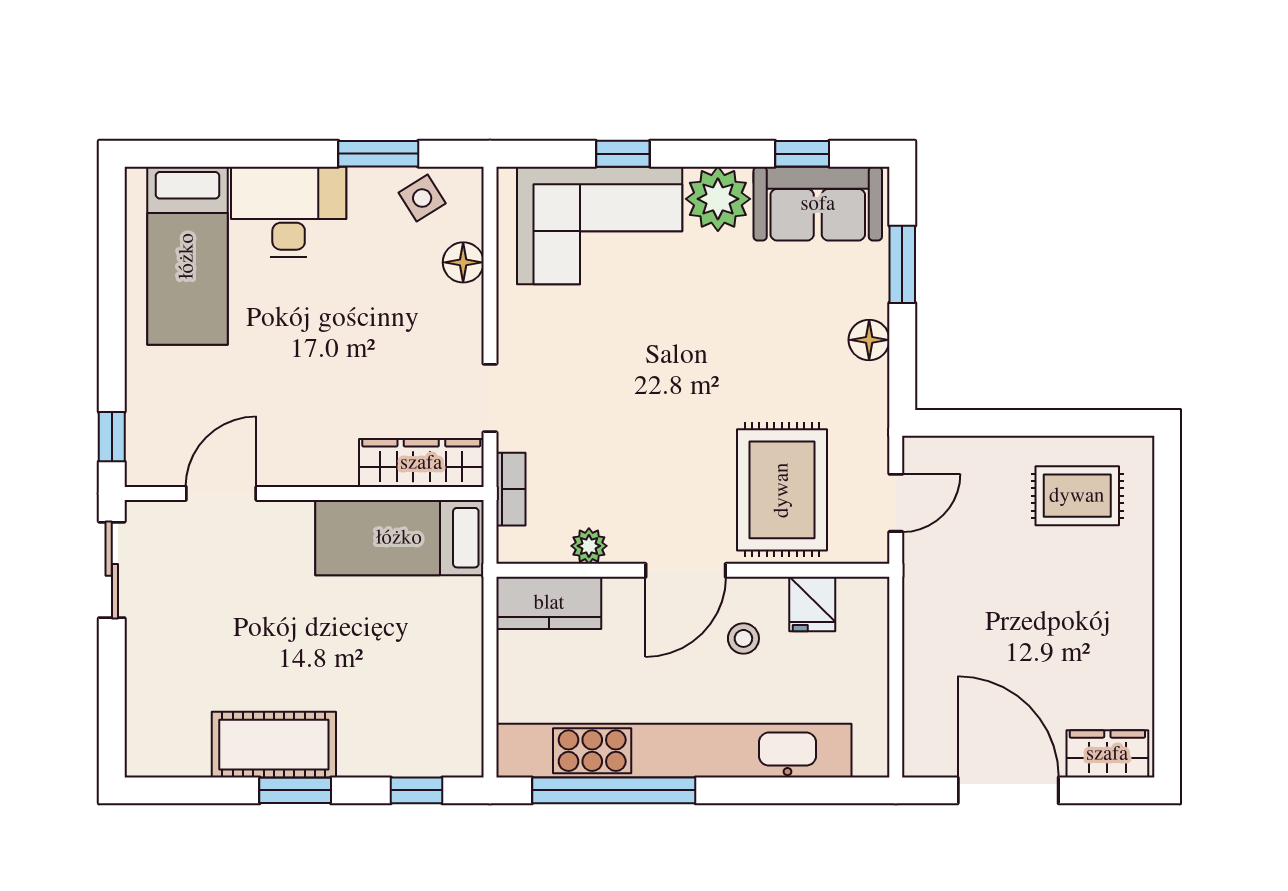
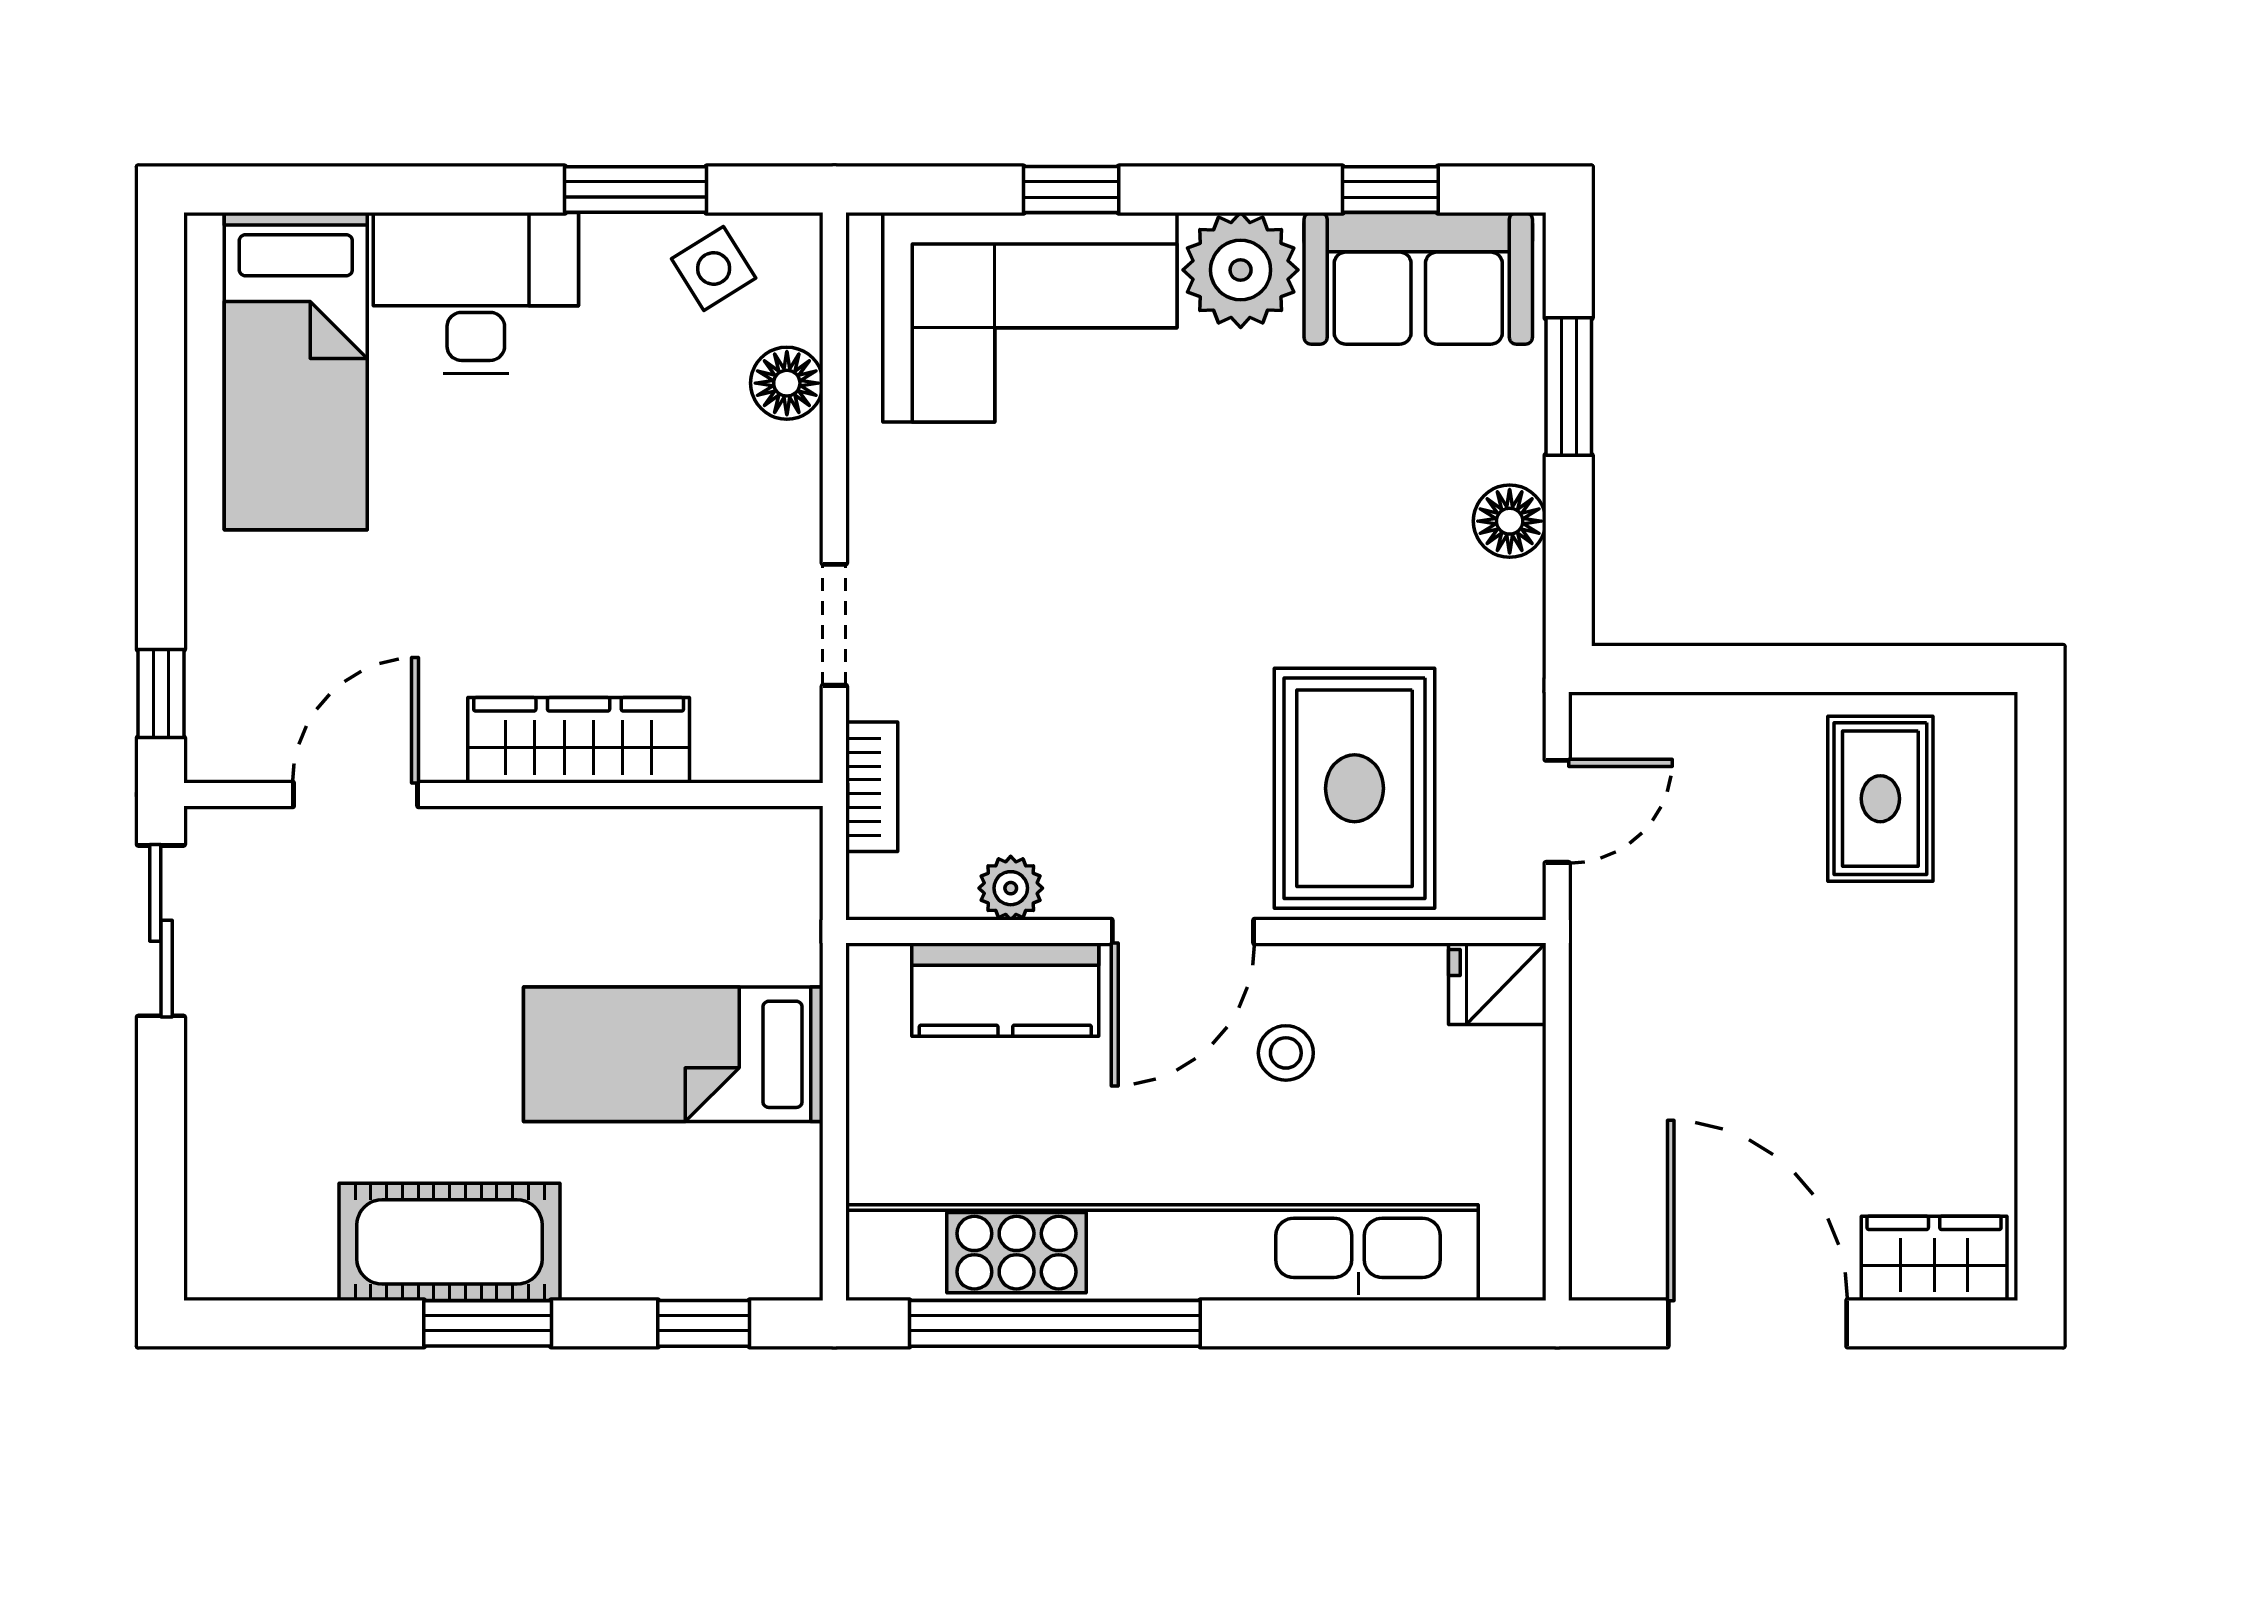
wardrobe: (421, 463) -> (579, 740), moved
rug: (1077, 496) -> (1880, 799), turned 90
bed: (399, 538) -> (673, 1054), moved
kitchen counter: (549, 603) -> (1005, 990), moved
fridge: (812, 604) -> (1497, 984), moved, turned 90

